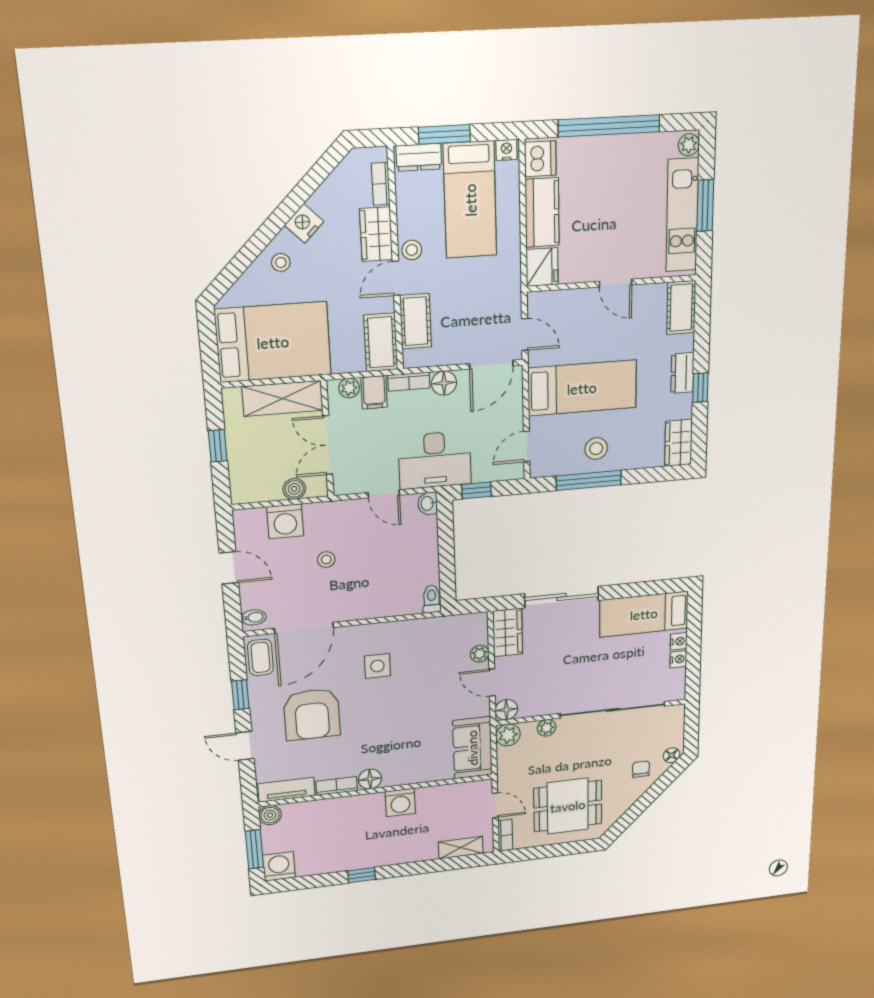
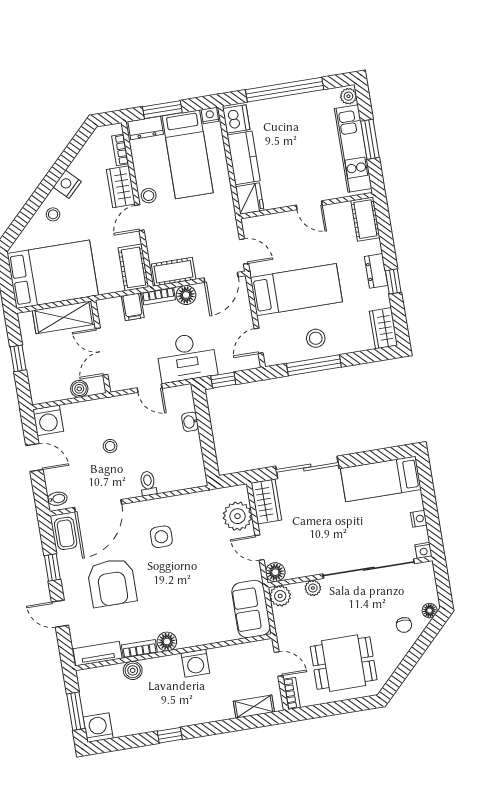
cot: (416, 321) -> (174, 272), moved, turned 90
plant: (349, 388) -> (113, 305), removed
washbasin: (428, 503) -> (190, 422), moved
washing machine: (285, 521) -> (48, 420), moved
toilet: (432, 599) -> (148, 483), moved
nightstand: (679, 641) -> (423, 550), moved, turned 90
plant: (480, 654) -> (238, 516), width x1.87, depth x1.87
chair: (641, 769) -> (404, 625), turned 180
boiler: (270, 815) -> (133, 670), moved

